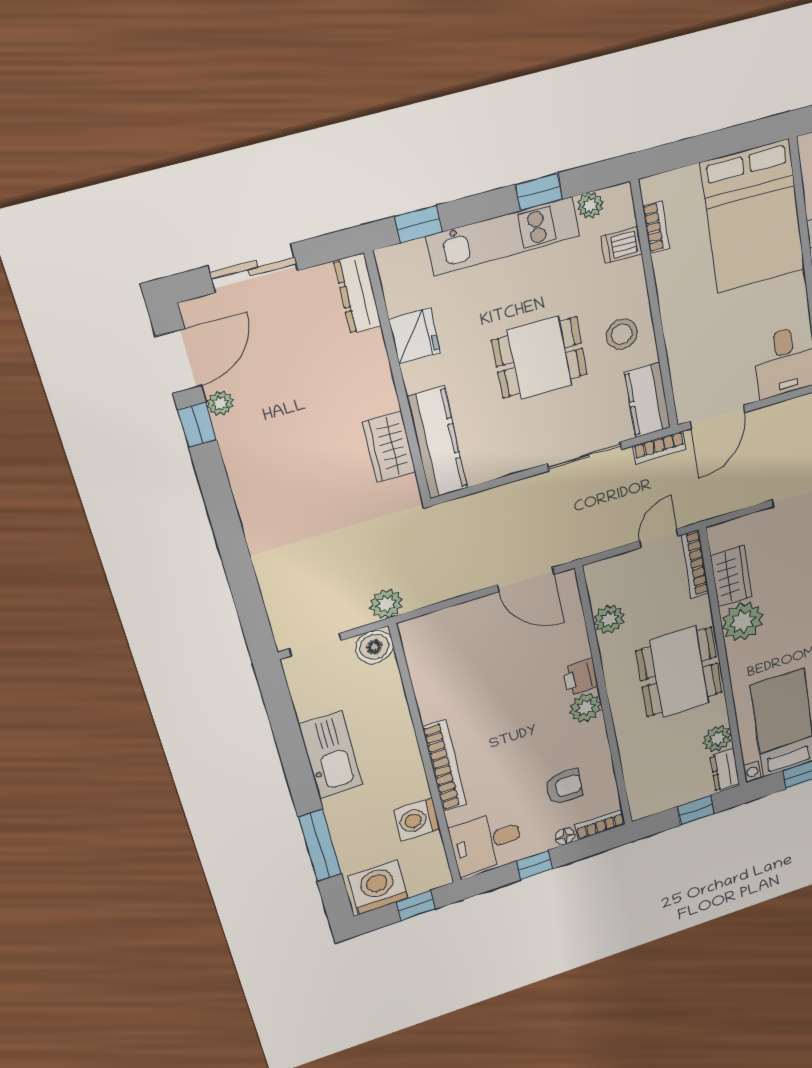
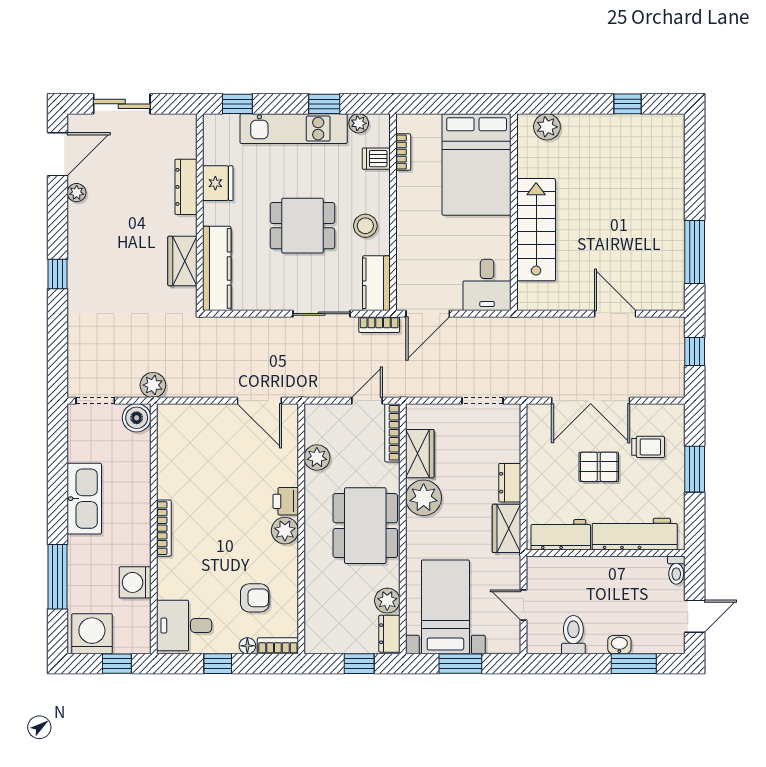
dresser: (358, 294) -> (186, 187), moved
window: (197, 425) -> (58, 274), moved
bookcase: (445, 766) -> (164, 528), width x0.68, depth x0.76

